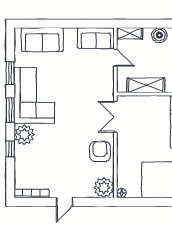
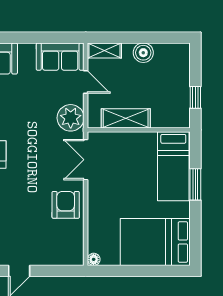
plant: (104, 188) -> (71, 118), moved

